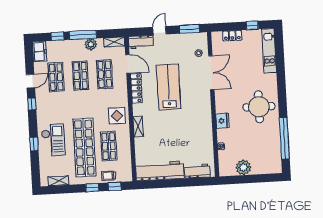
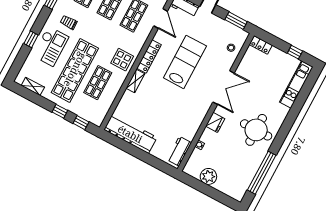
locker: (232, 36) -> (261, 45), moved
double door: (211, 73) -> (224, 88), moved
locker: (136, 88) -> (149, 56), moved
workbench: (197, 171) -> (179, 151), moved, turned -90
trolley: (109, 176) -> (69, 22), moved

